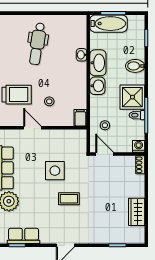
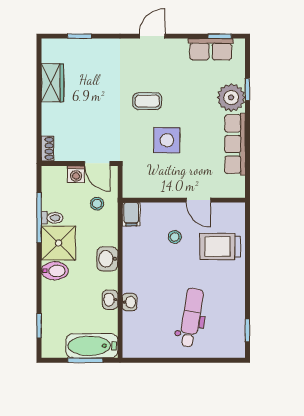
washbasin: (98, 63) -> (110, 300), width x0.52, depth x0.69
bidet: (135, 66) -> (55, 271), moved
washing machine: (139, 146) -> (76, 174), moved

